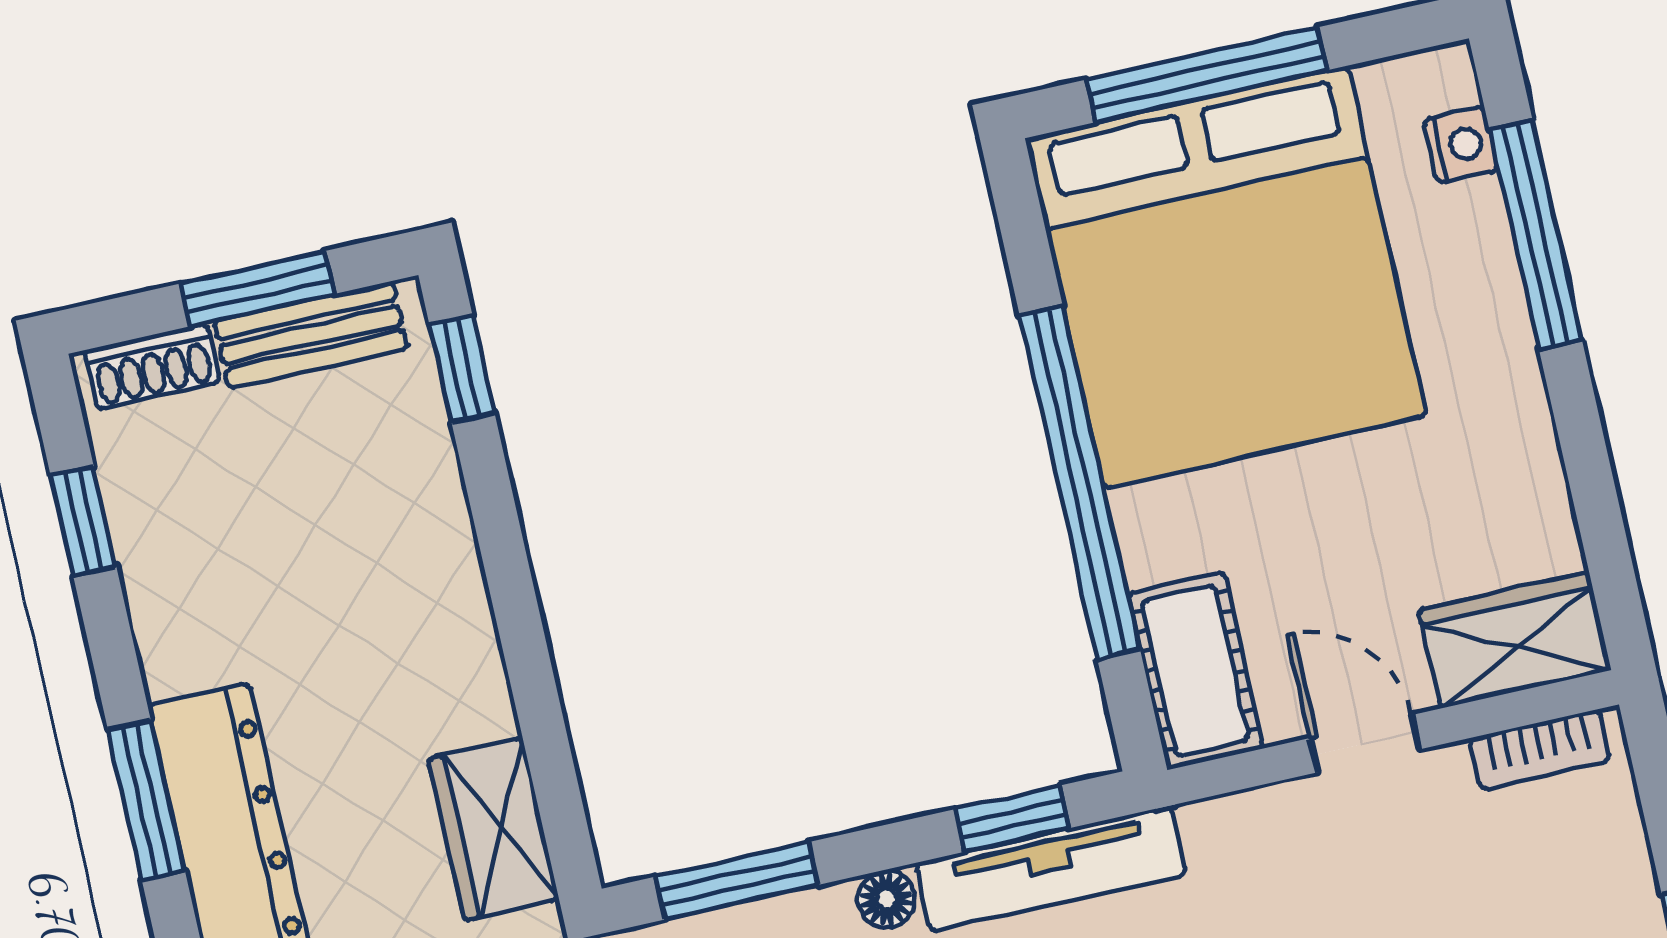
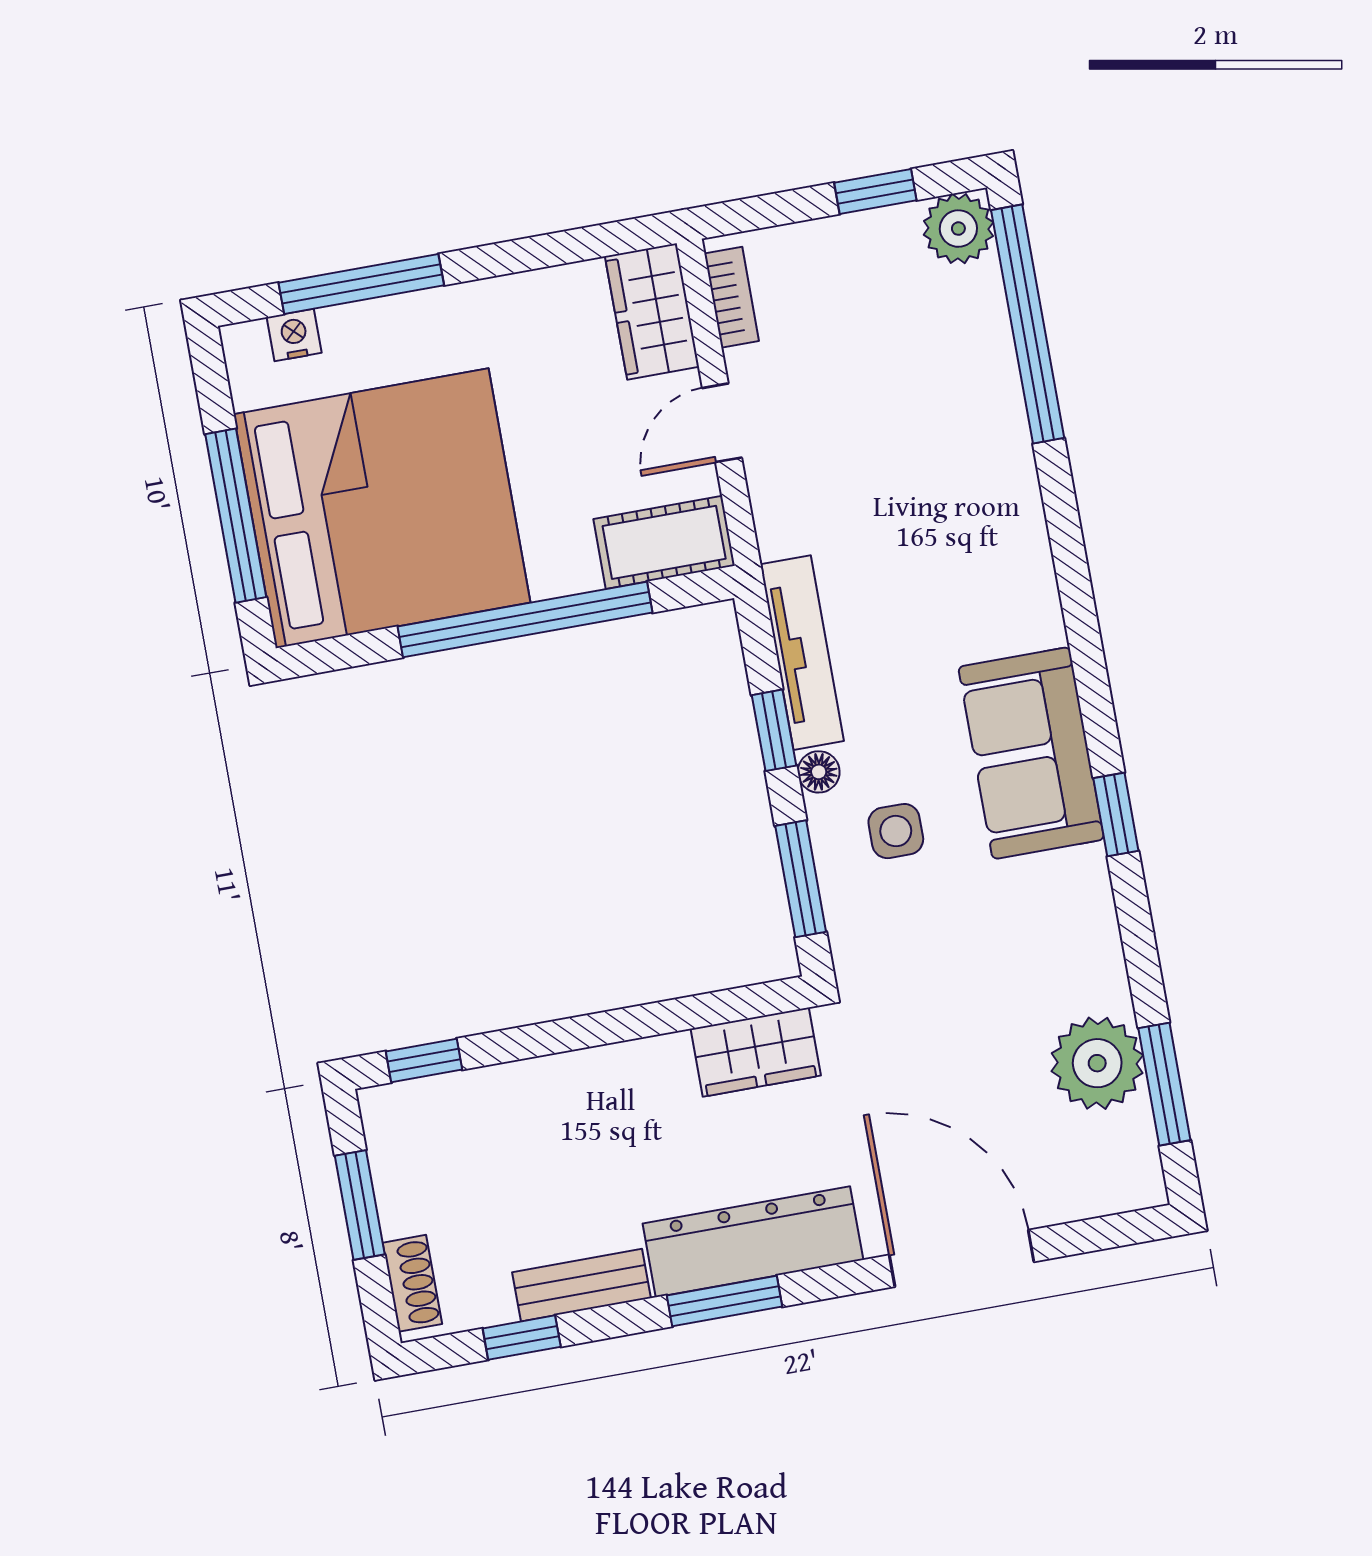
bench: (311, 335) -> (582, 1285), moved, turned 90
window: (1012, 819) -> (774, 730), moved

